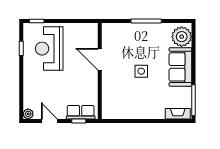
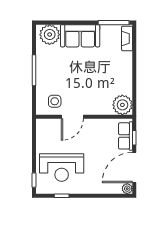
side table: (141, 71) -> (55, 101), moved
plant: (112, 109) -> (122, 105), added
door: (49, 121) -> (134, 167), width x1.88

